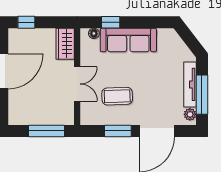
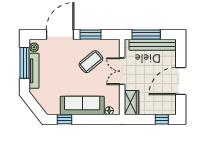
window: (111, 22) -> (65, 119), moved
coffee table: (117, 96) -> (91, 62), turned -38
bench: (39, 118) -> (152, 45), added

